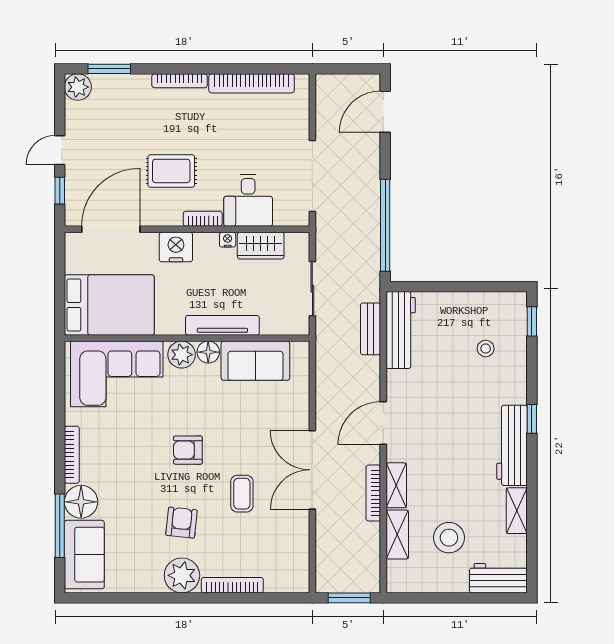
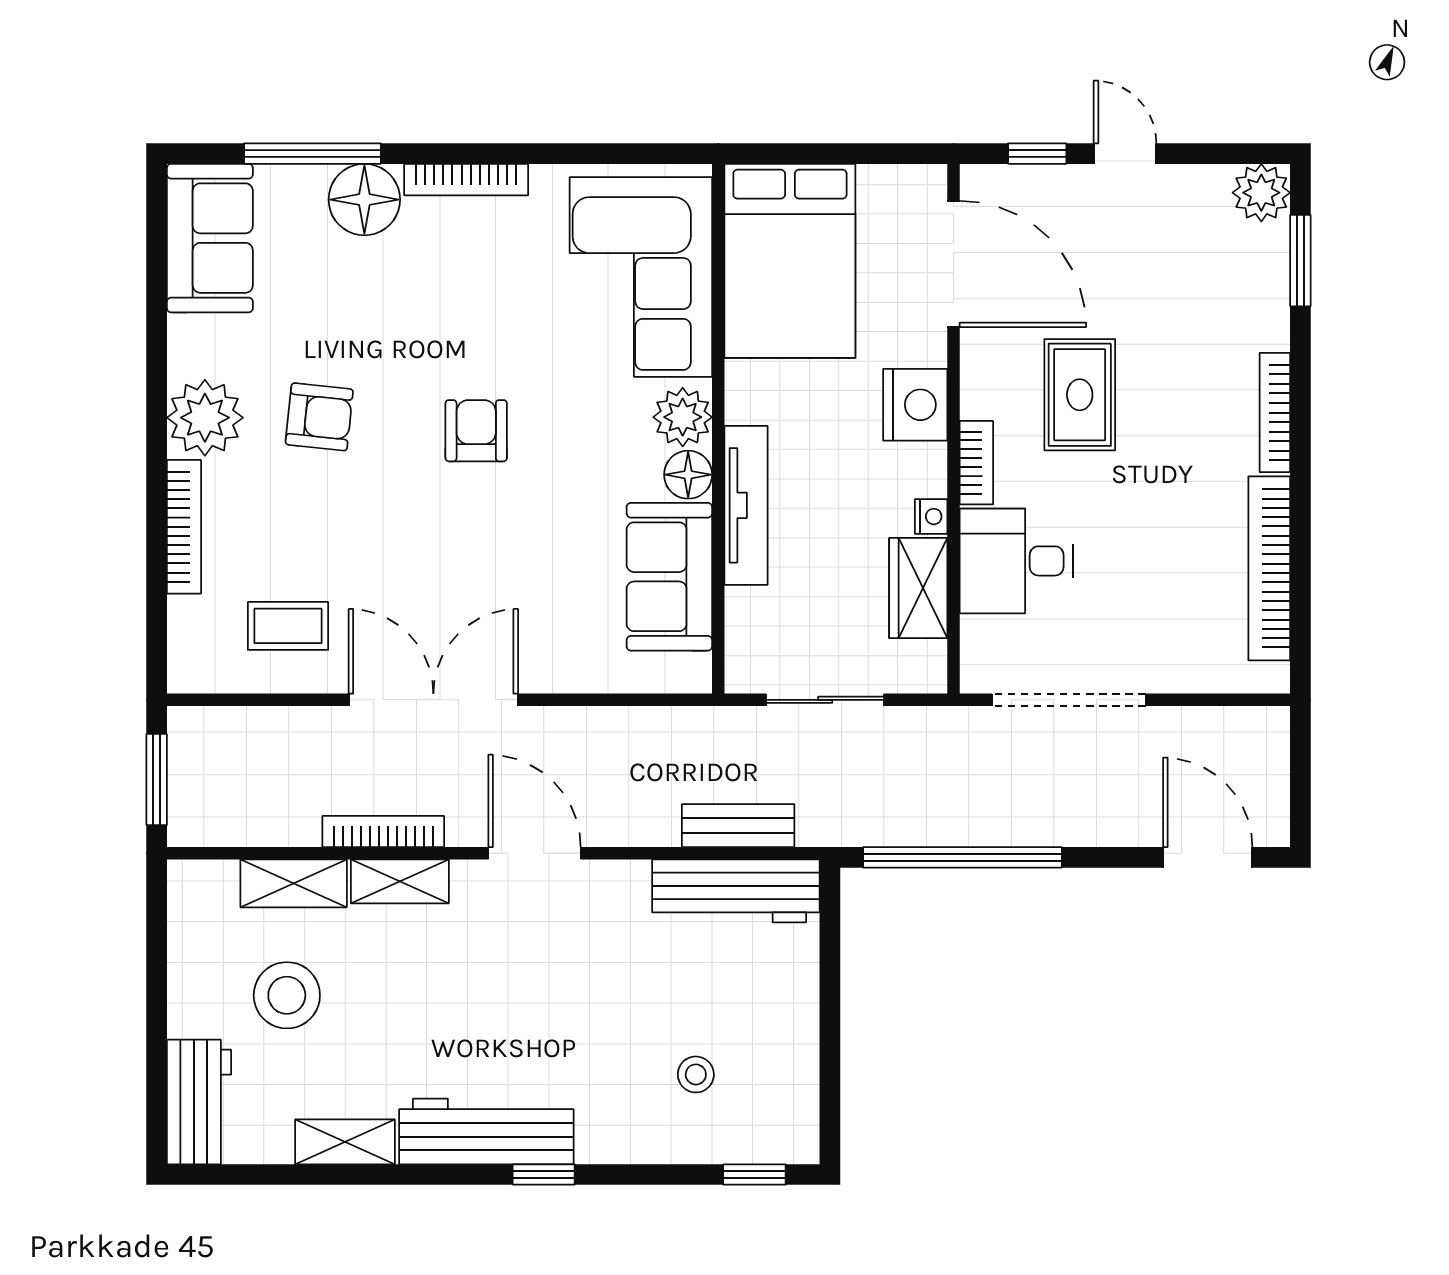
coffee table: (242, 494) -> (288, 626), moved
sofa: (84, 555) -> (210, 238), moved, turned -90

